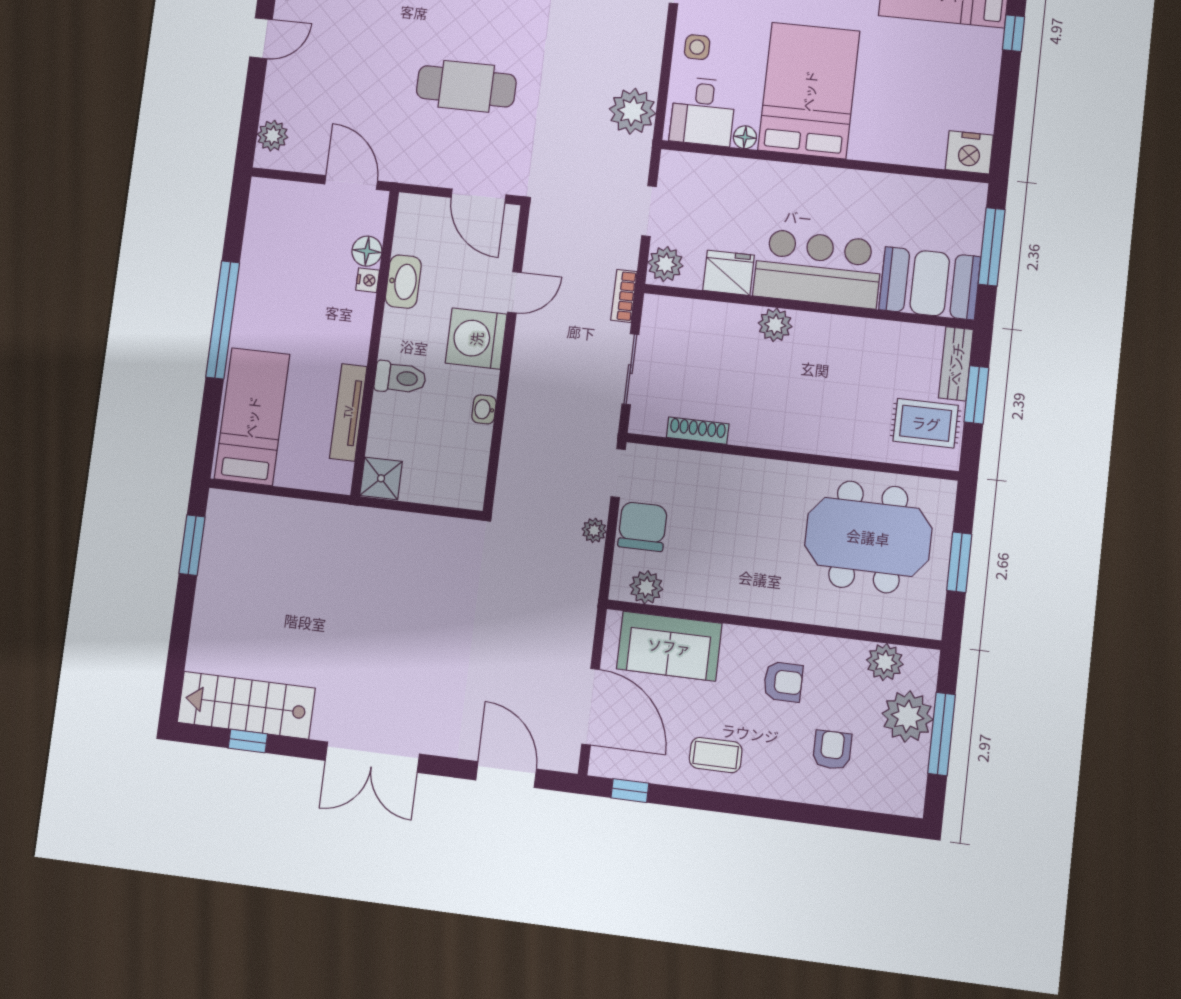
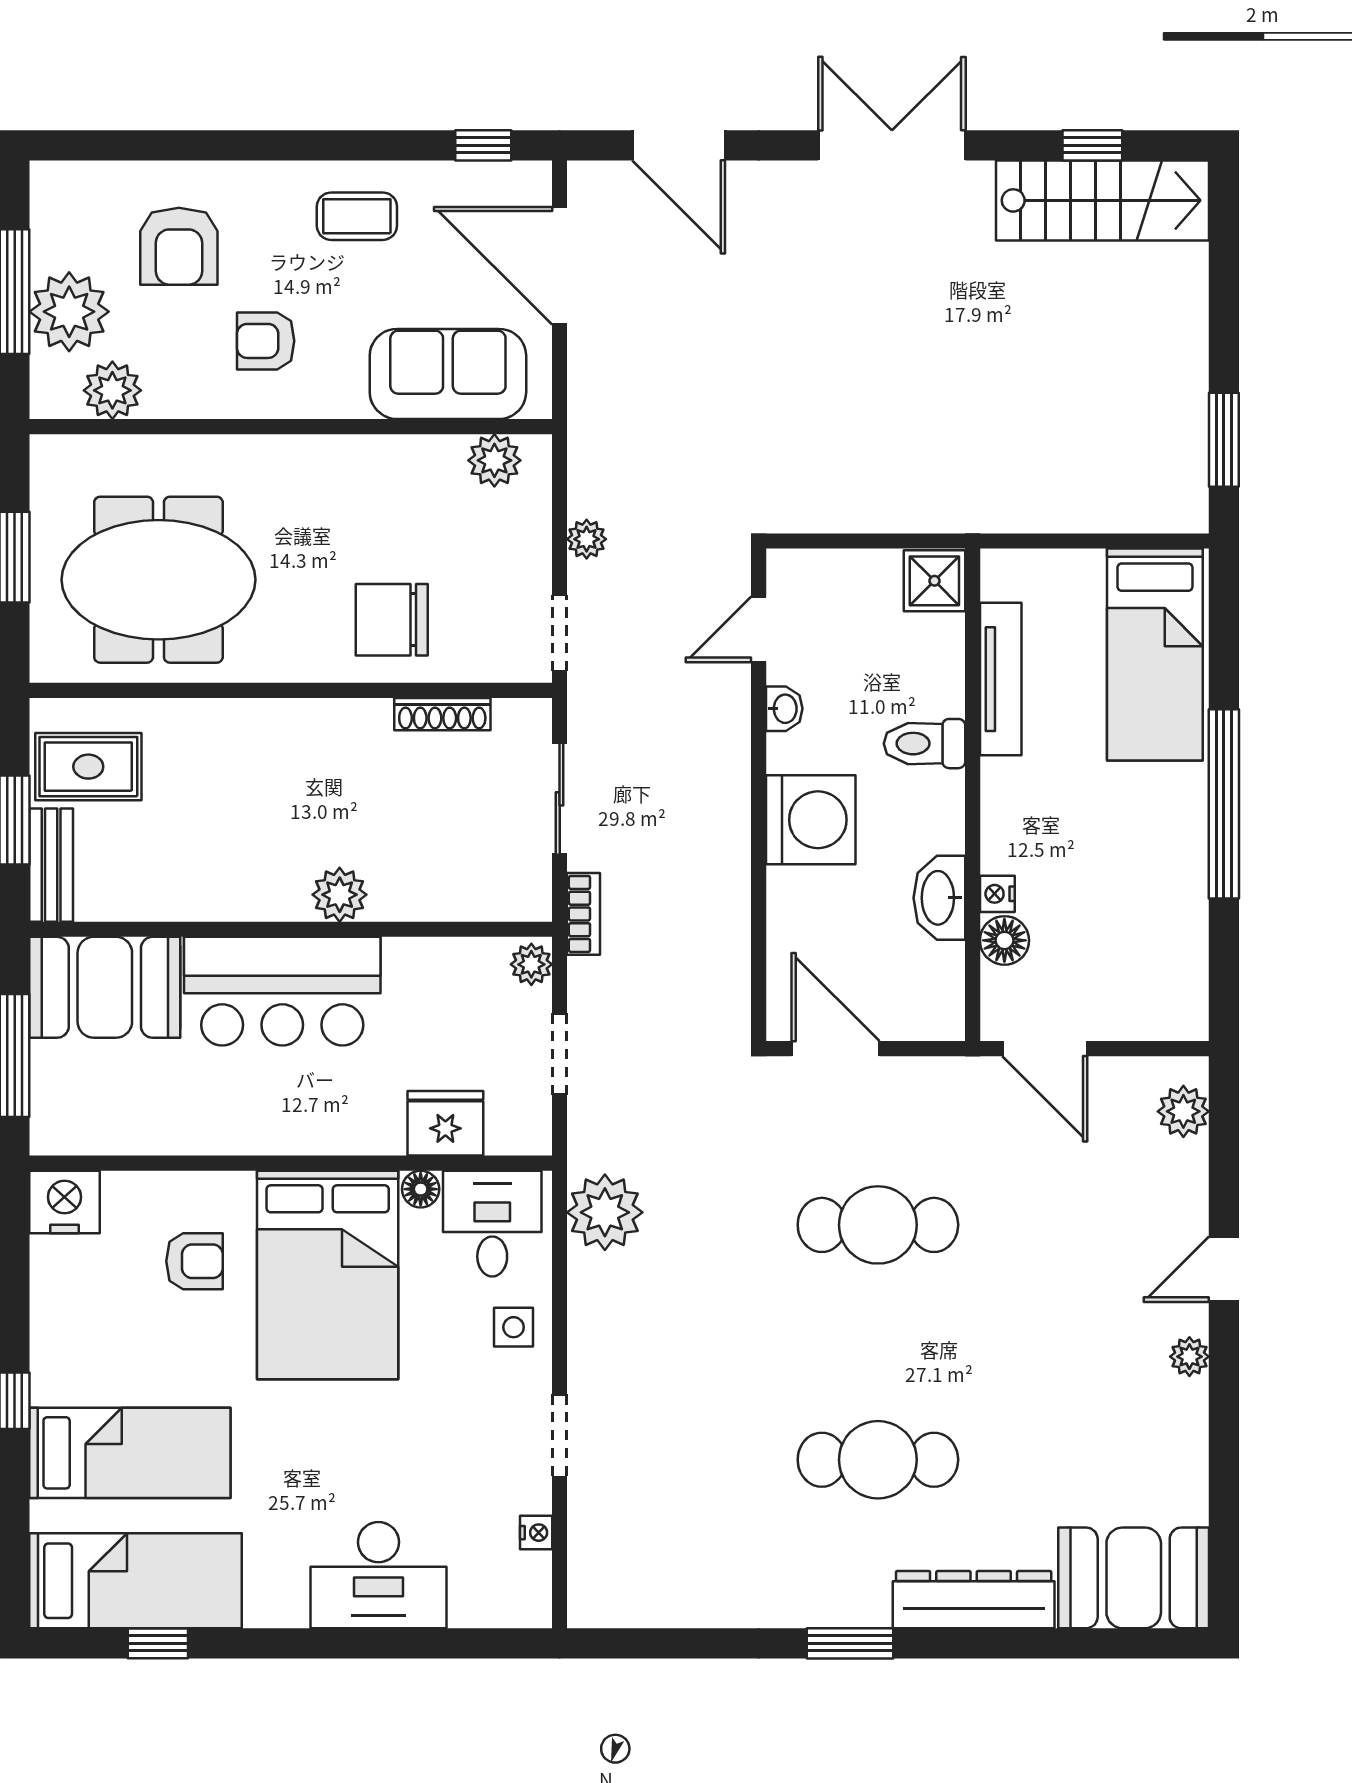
armchair: (891, 107) -> (195, 1261), added
plant: (665, 264) -> (531, 964), width x0.73, depth x0.73
fridge: (729, 273) -> (445, 1123), moved, turned 180
door: (514, 292) -> (759, 629), moved
chair: (643, 527) -> (392, 620), moved, turned 90
armchair: (832, 750) -> (179, 246), width x1.38, depth x1.38

